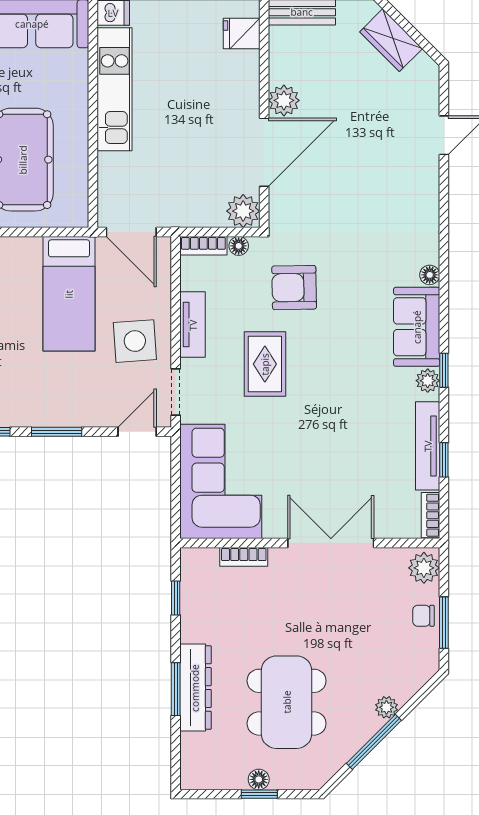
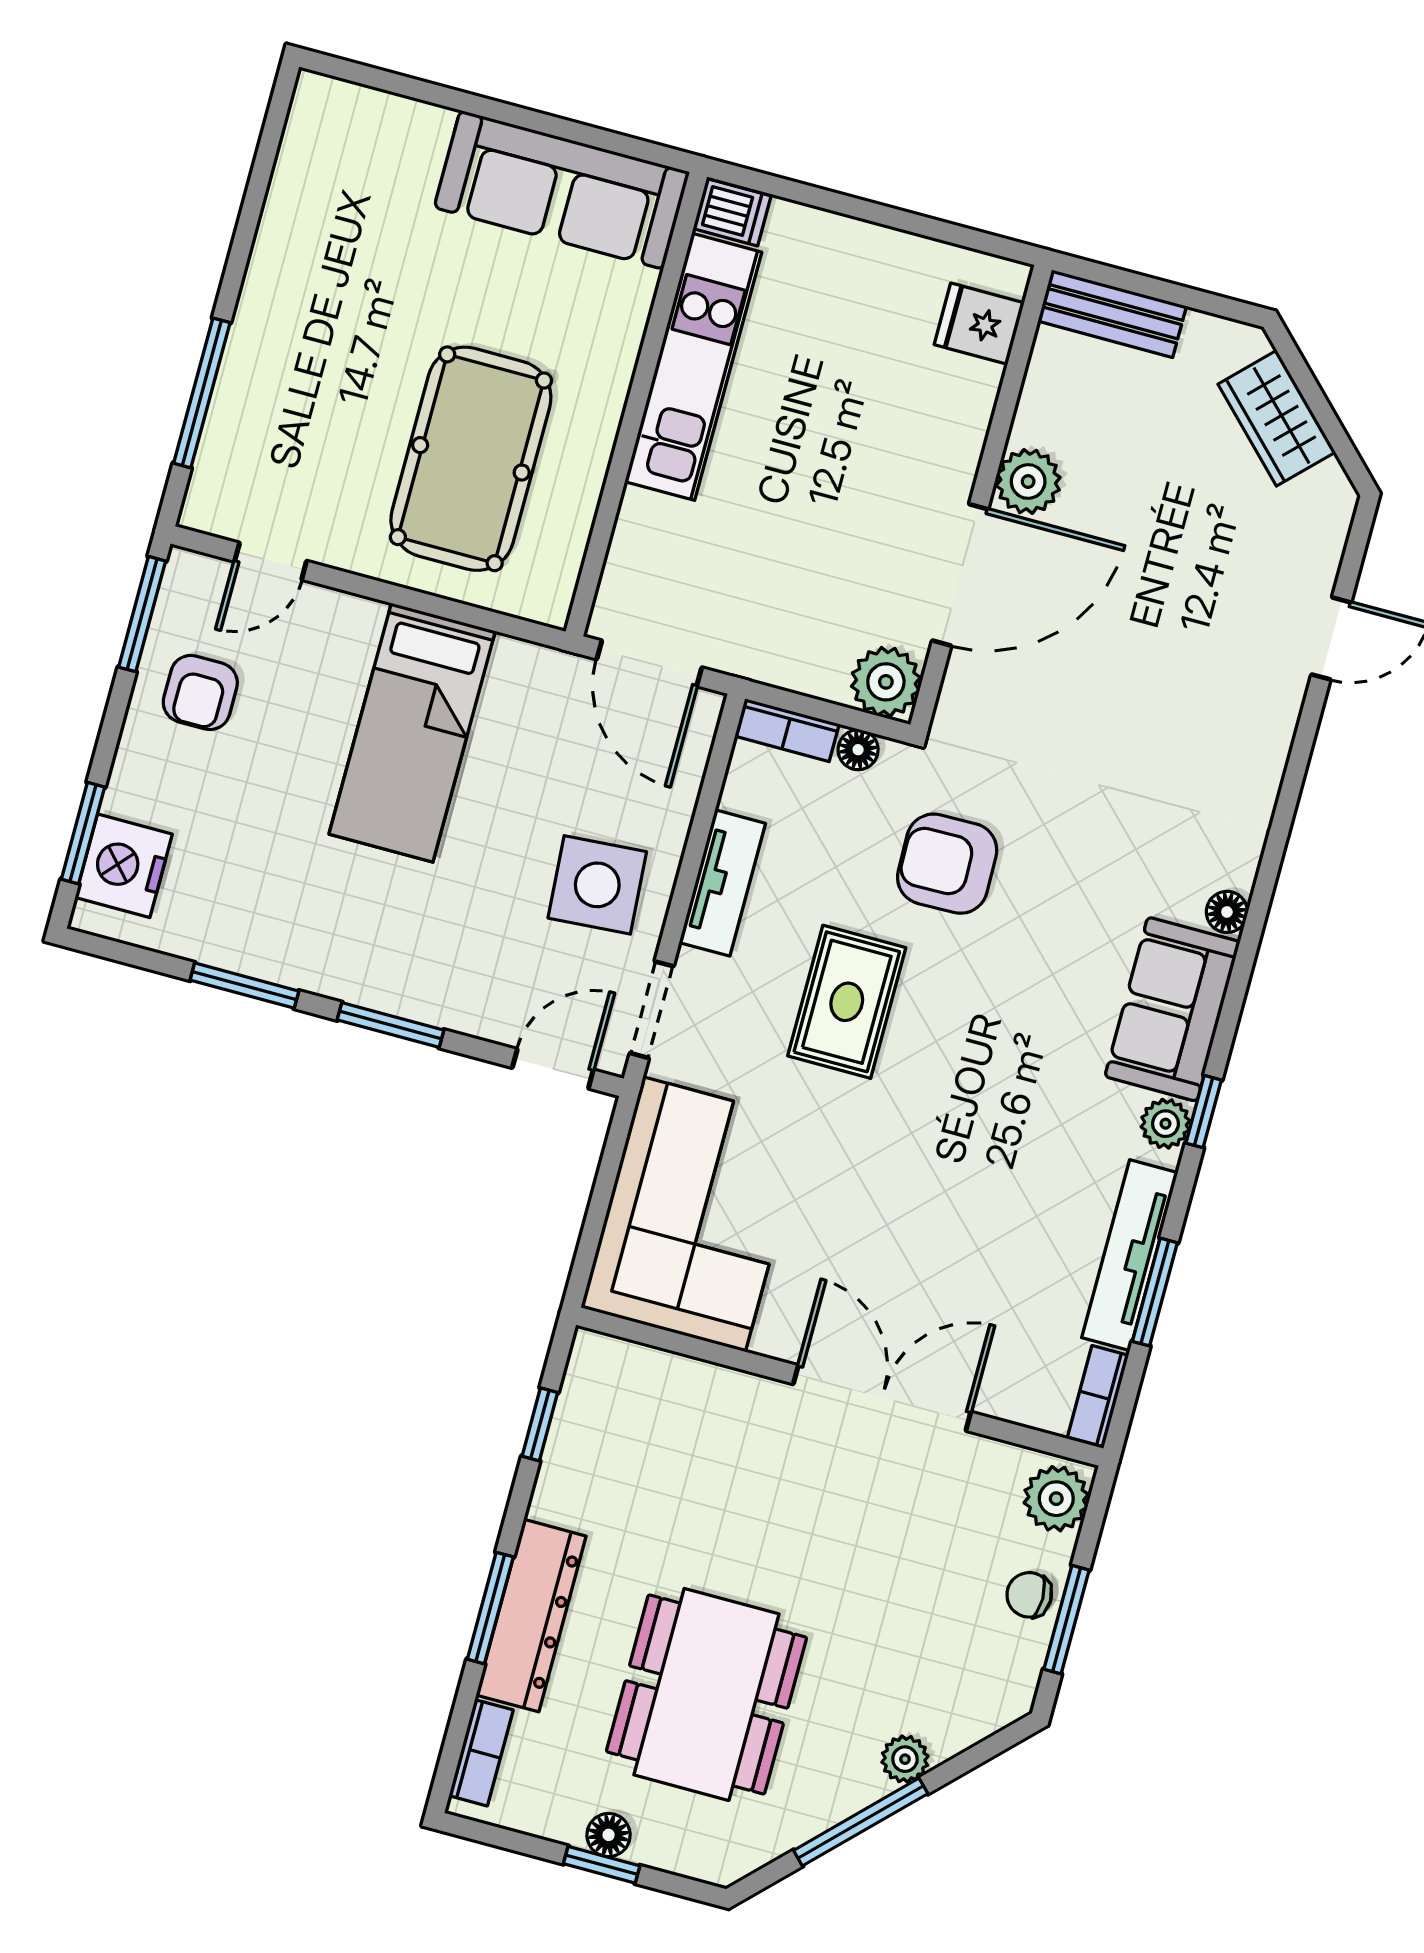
bed: (69, 294) -> (412, 733), moved
window: (444, 460) -> (1155, 1292), width x1.50
bookcase: (244, 557) -> (481, 1753), moved, turned -90

